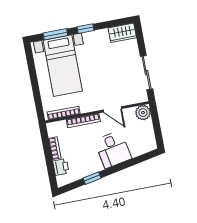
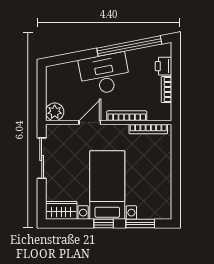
bed with nightstands: (63, 66) -> (107, 185), moved
door: (112, 109) -> (90, 122), hinge flipped
desk: (113, 149) -> (105, 74), width x1.37
window: (92, 178) -> (129, 46), width x3.17

